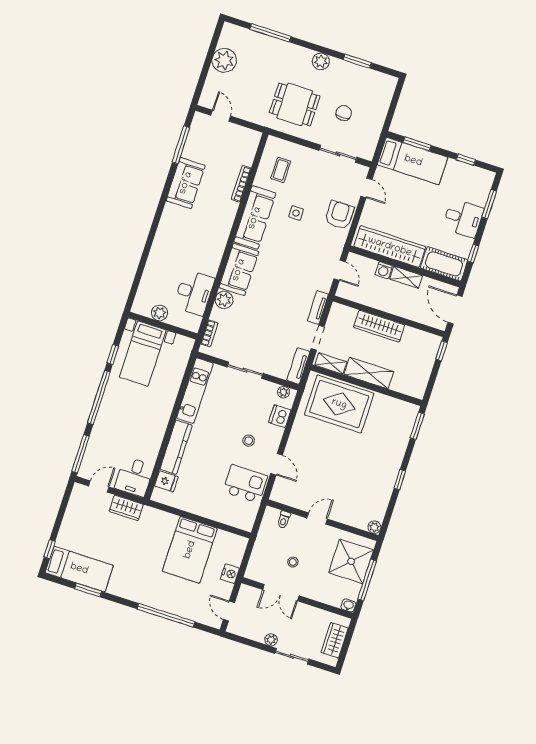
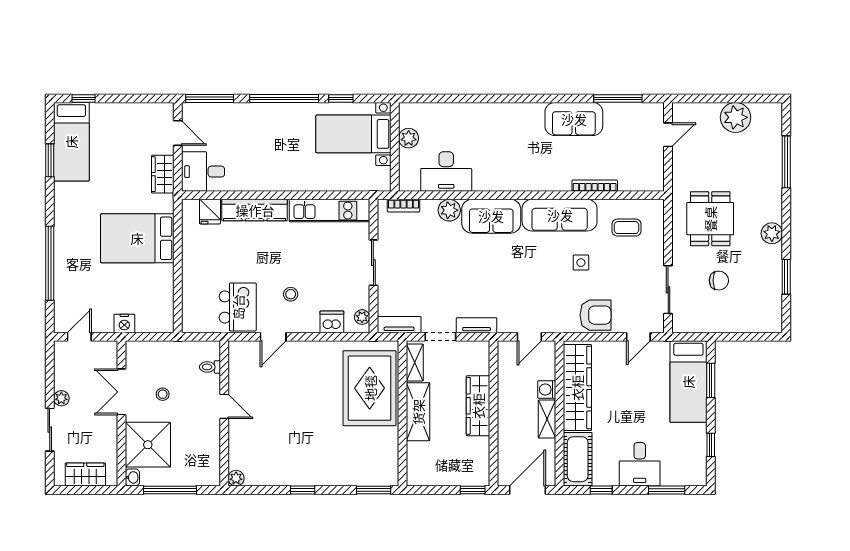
bed: (190, 550) -> (137, 238), moved
shower: (351, 561) -> (148, 445), moved

